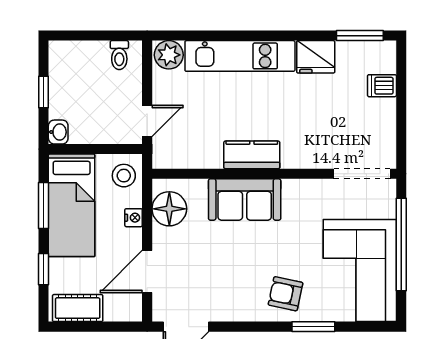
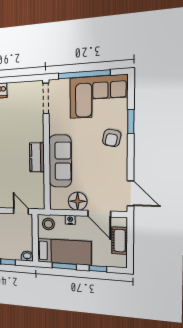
sofa: (245, 199) -> (60, 161), width x1.36
floor lamp: (169, 209) -> (78, 201), moved
cot: (78, 308) -> (120, 241), moved

